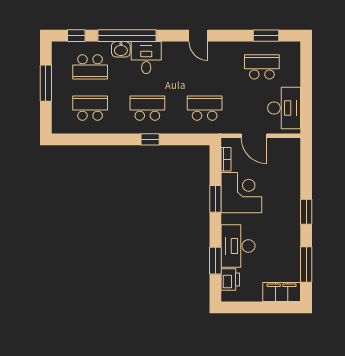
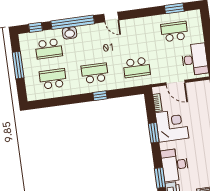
door: (198, 36) -> (111, 17), moved
desk: (146, 58) -> (89, 36), removed
school desk: (205, 108) -> (137, 67), turned 180

